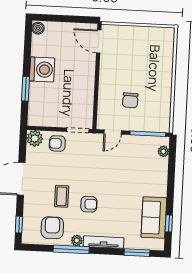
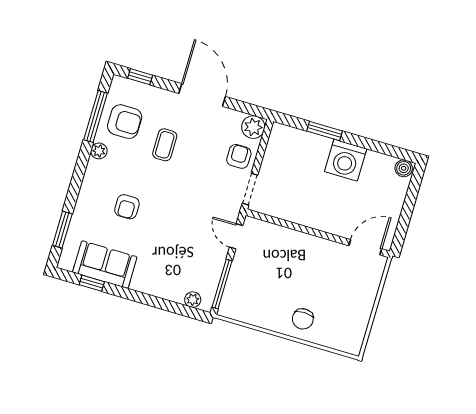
chair: (130, 100) -> (303, 319), moved, turned -92
coffee table: (62, 196) -> (165, 145), turned 90
armchair: (89, 204) -> (127, 207), moved
tv unit: (104, 242) -> (88, 187), removed
window: (71, 249) -> (96, 117), moved

